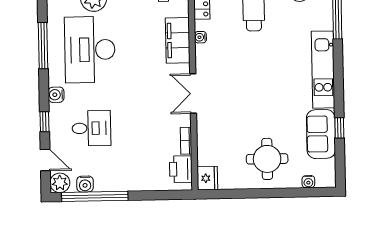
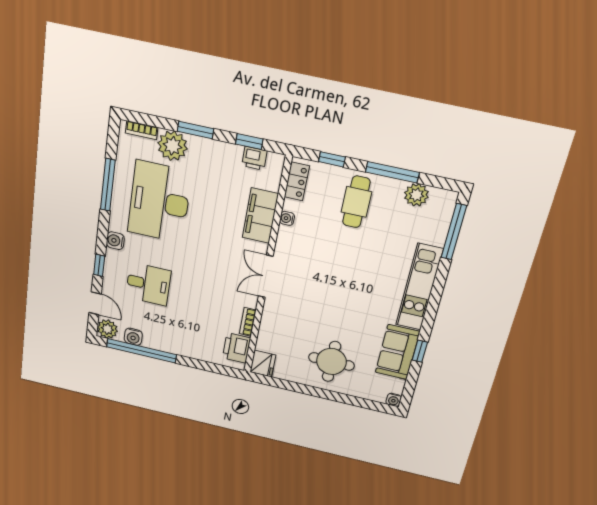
water cooler: (308, 182) -> (394, 400), moved

